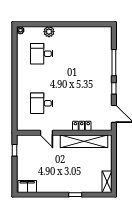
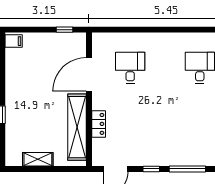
door: (46, 133) -> (89, 74), width x1.87
shelving: (107, 182) -> (38, 159), moved
filing cabinet: (27, 187) -> (14, 41), width x0.50

